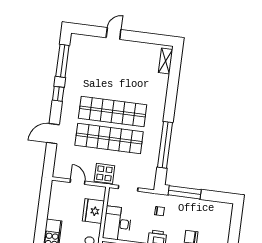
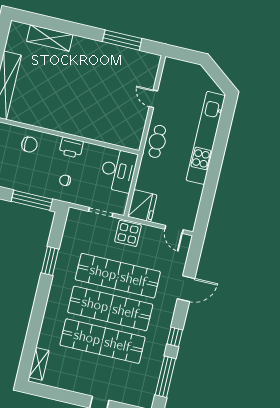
shop shelf: (116, 84) -> (102, 341), added
window: (165, 145) -> (50, 261), width x0.47
door: (78, 182) -> (174, 229), moved
fridge: (93, 211) -> (142, 206), moved

